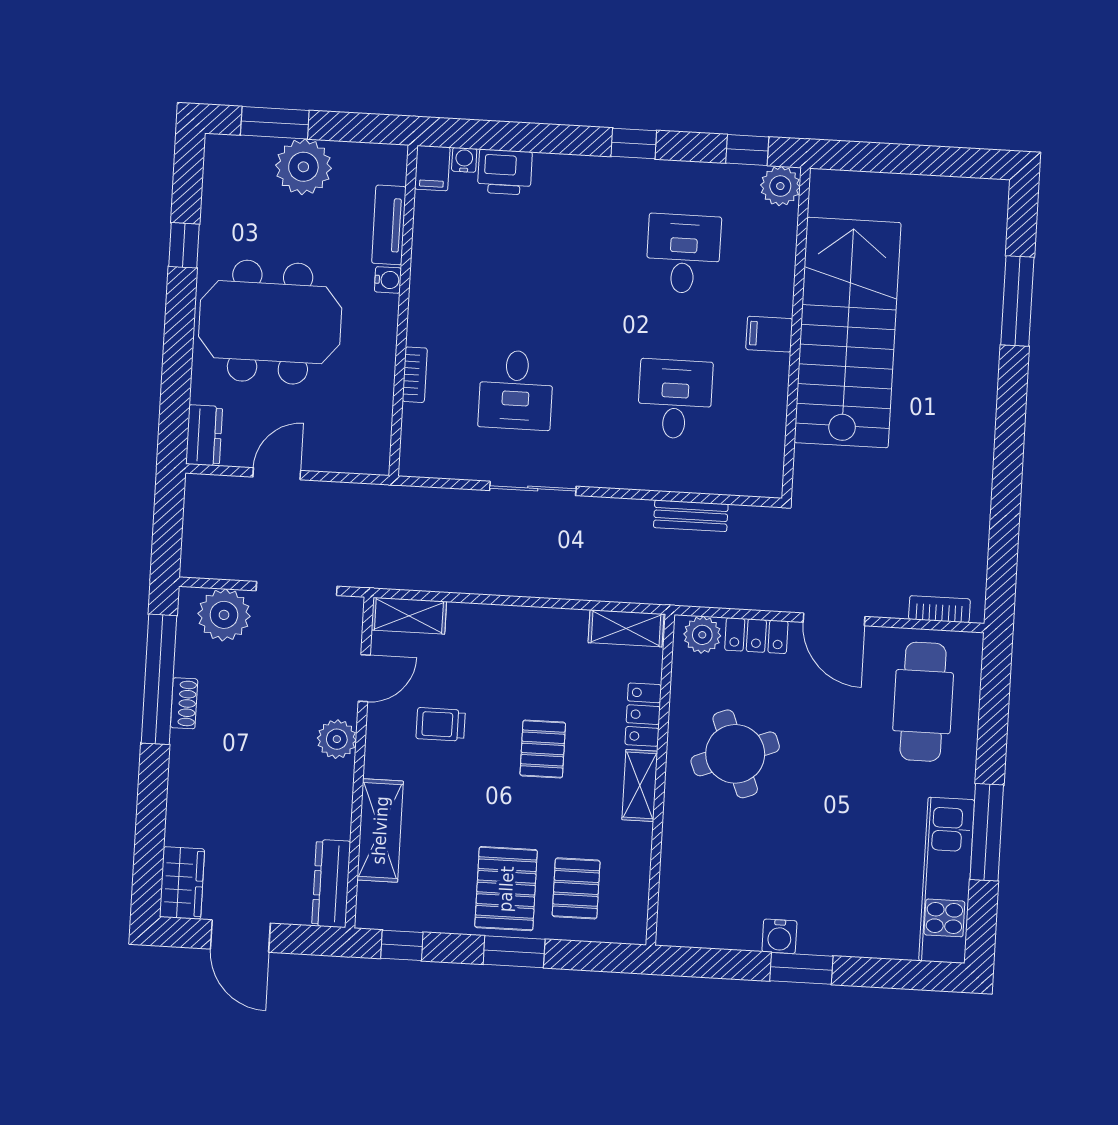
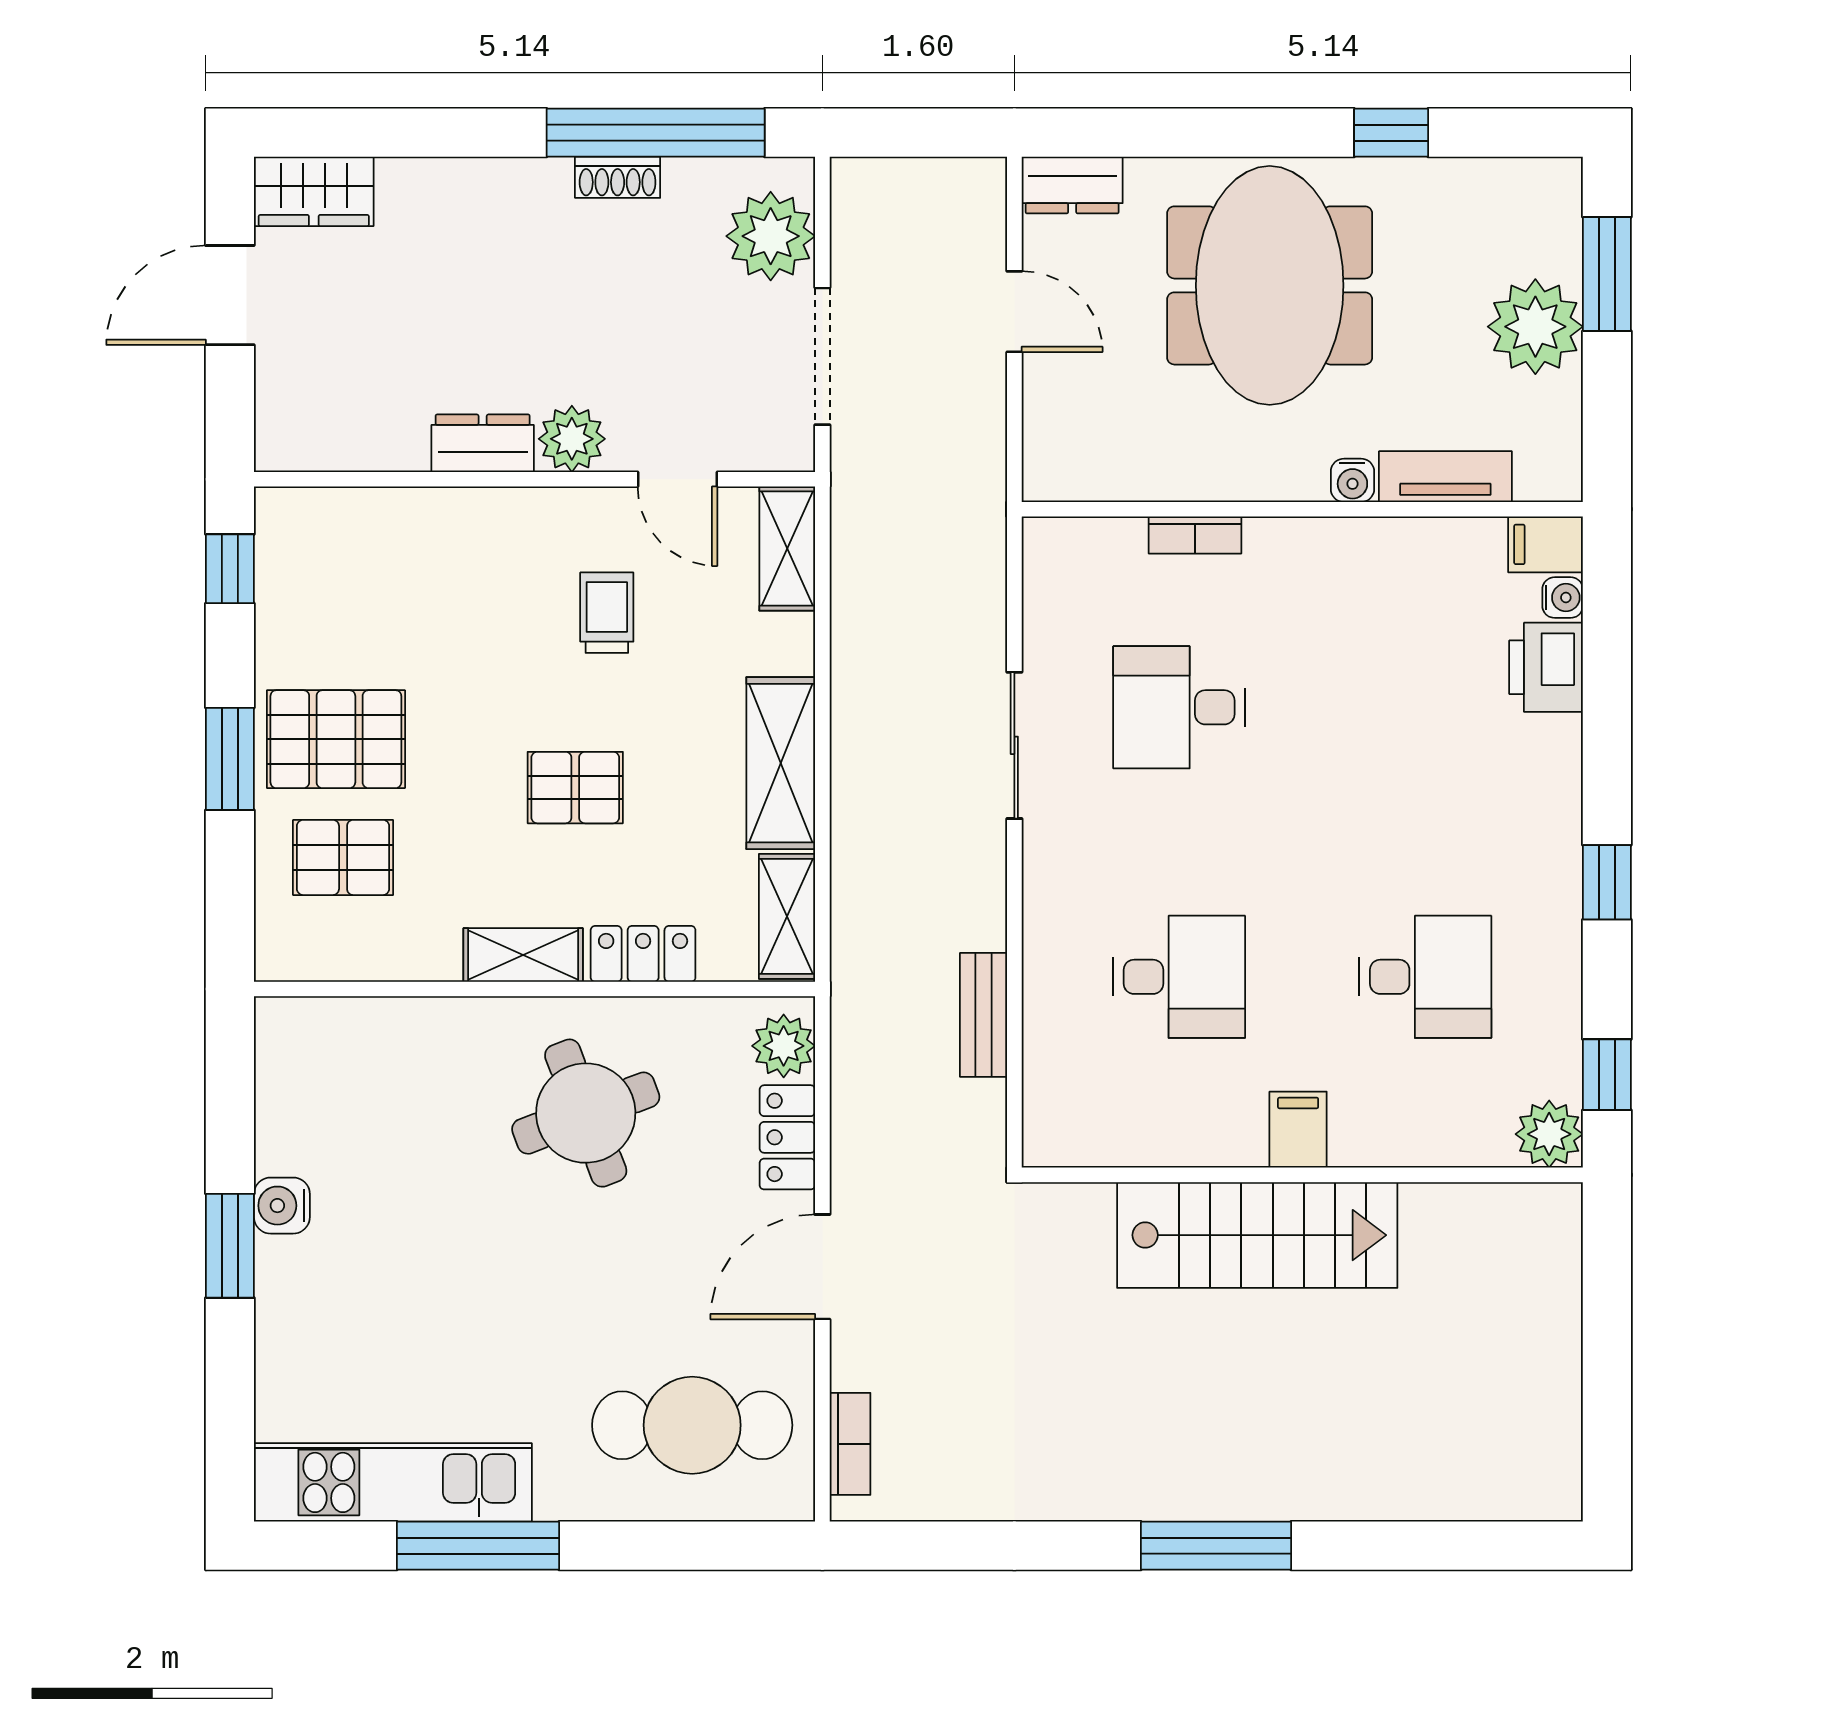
window: (1017, 301) -> (1216, 1546), moved
stairs: (848, 333) -> (1257, 1235), width x0.73, depth x0.66
shelving: (380, 830) -> (781, 763), moved, turned 90
dresser: (331, 884) -> (483, 443), moved, width x0.70

